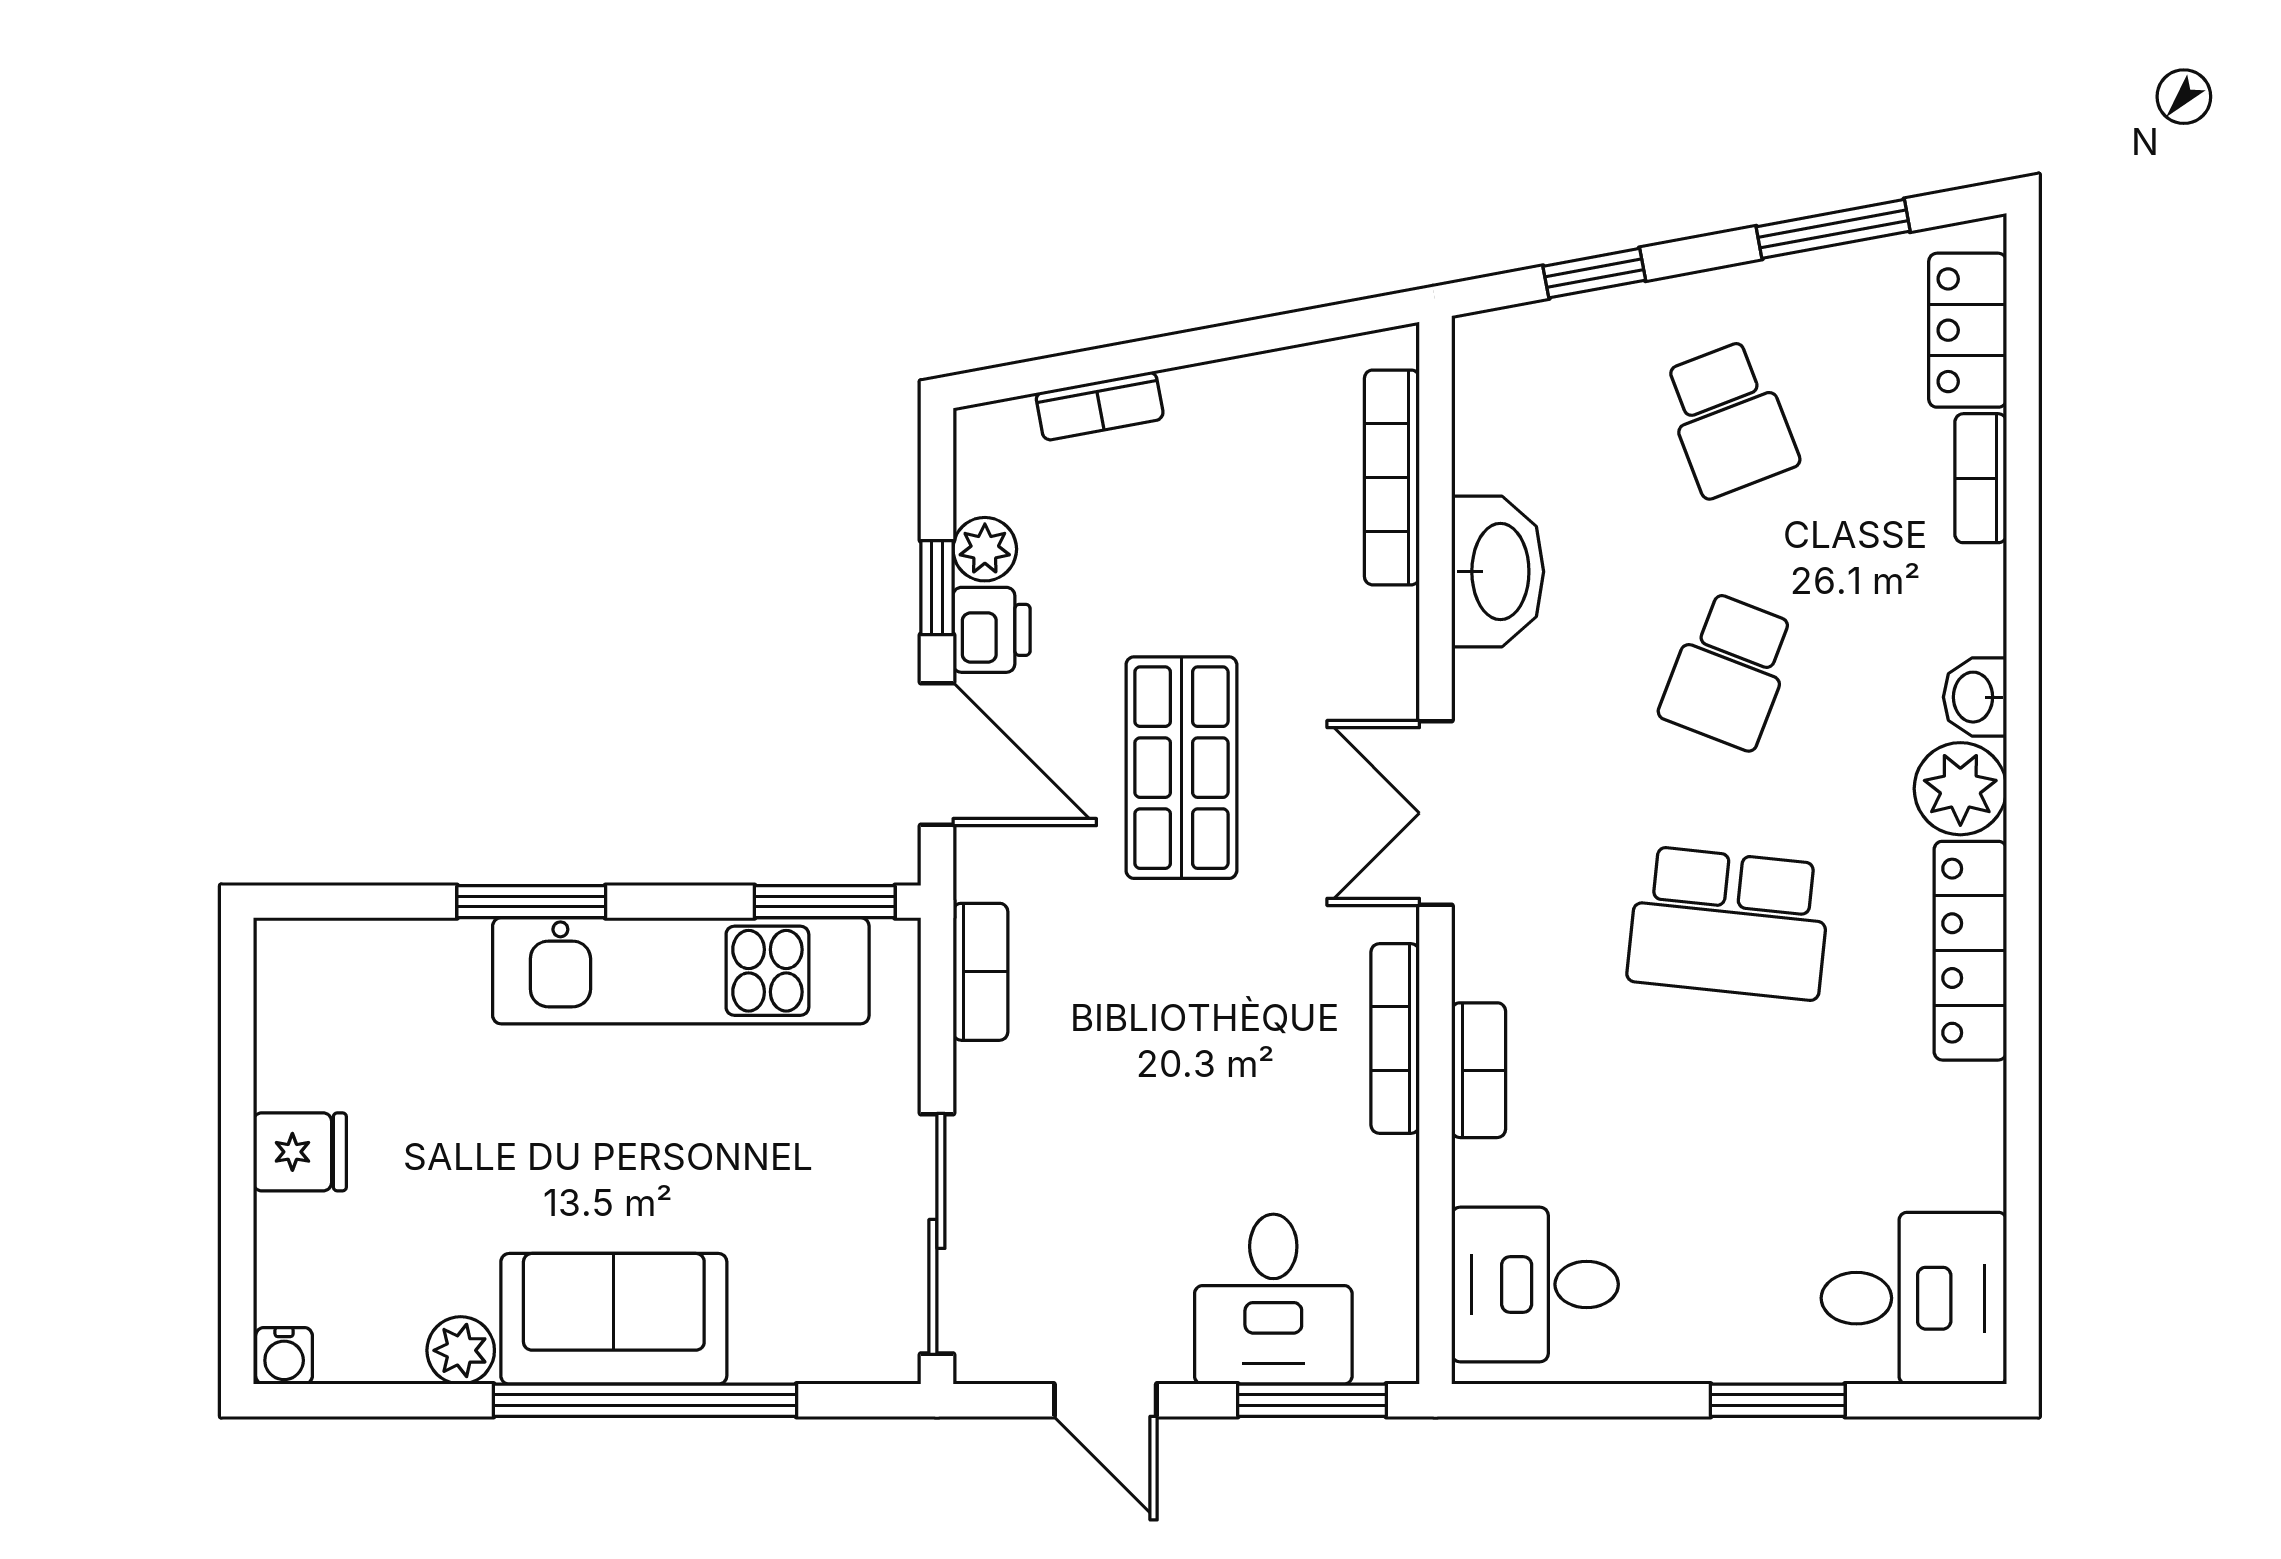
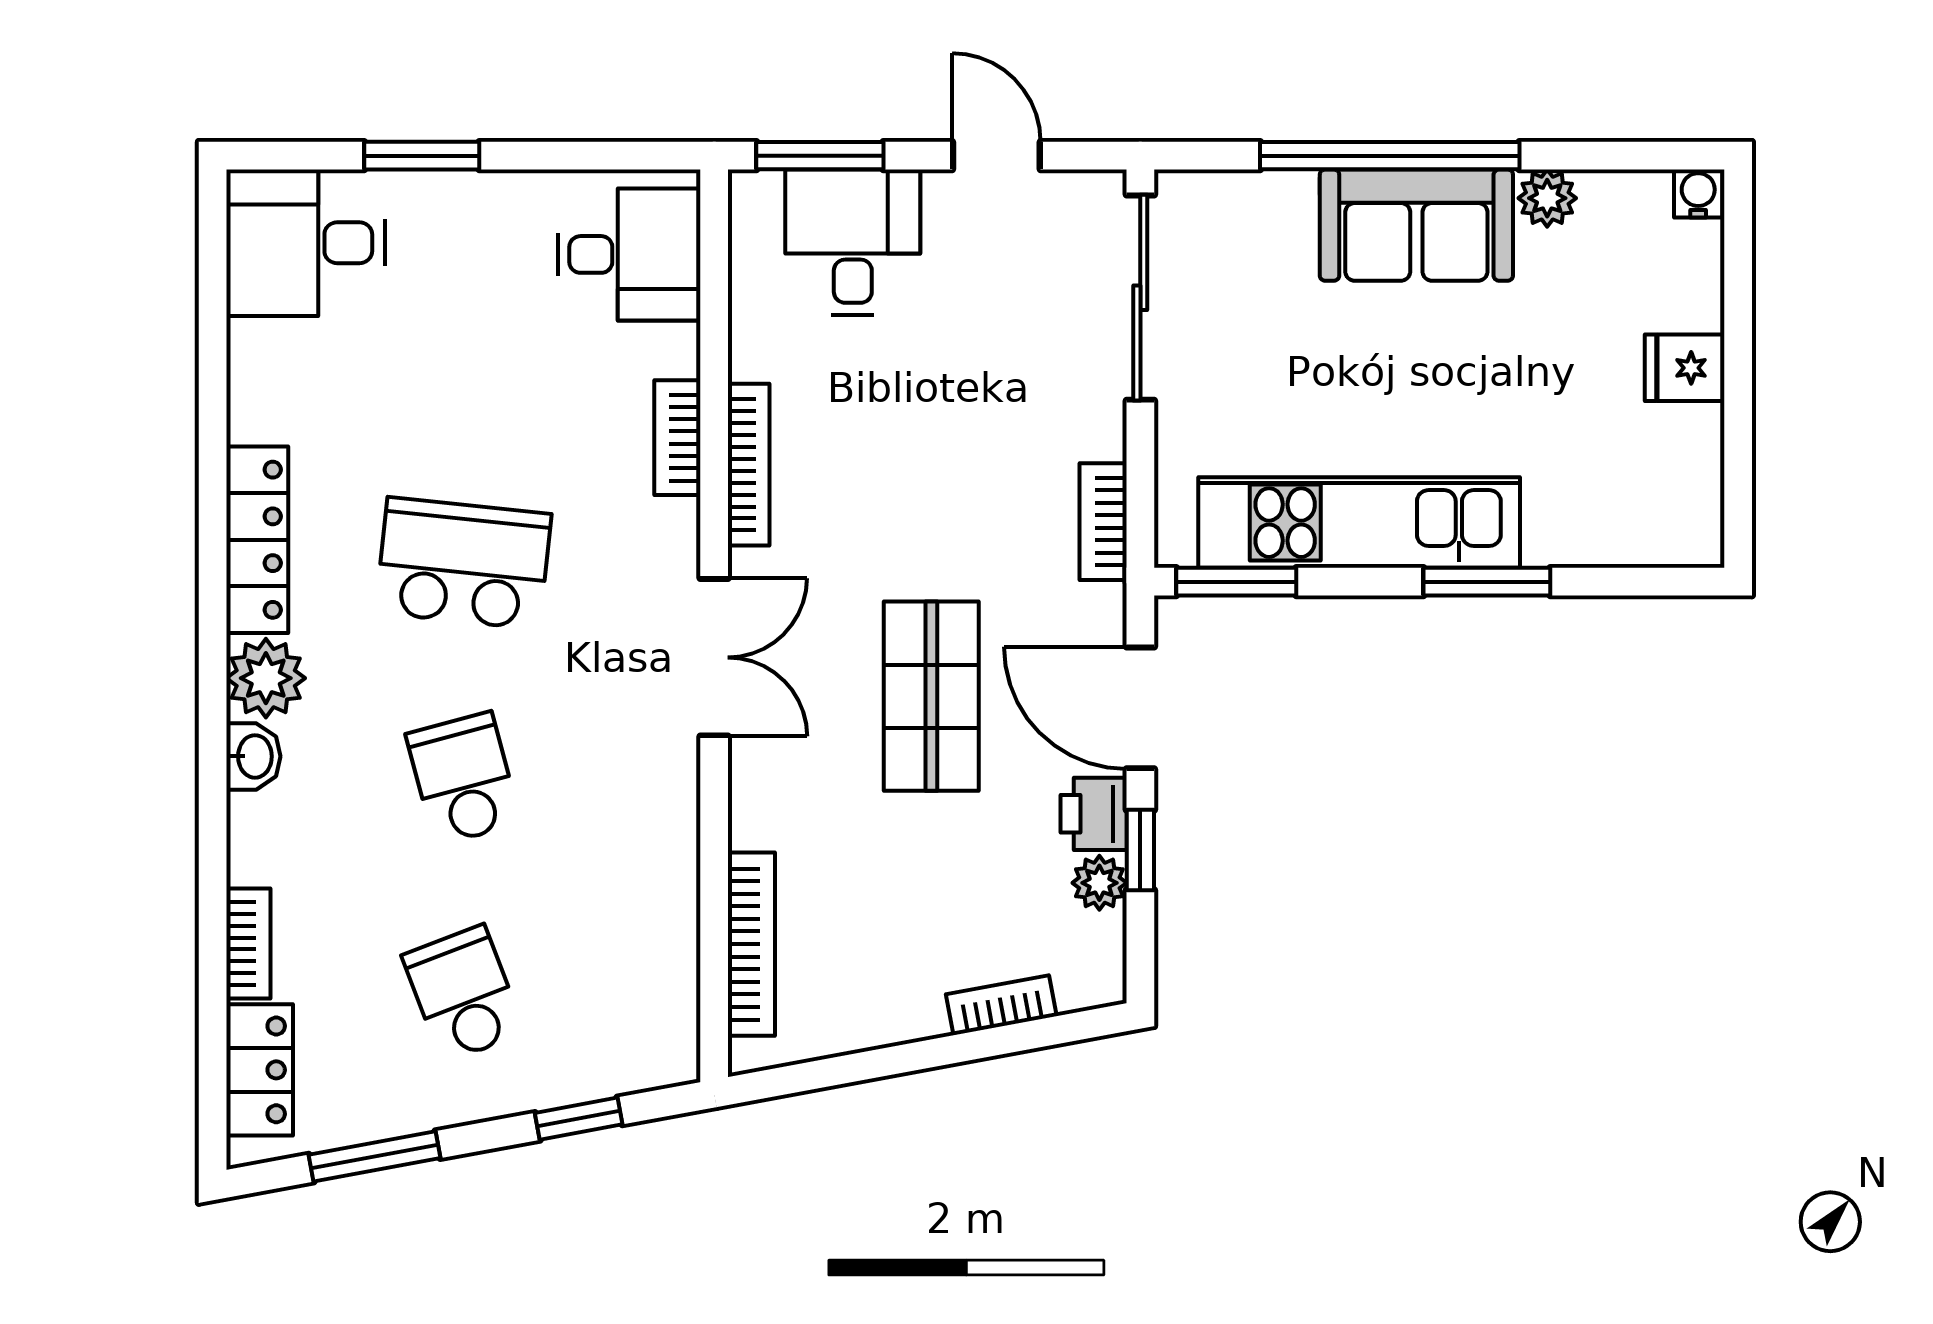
washbasin: (1498, 572) -> (661, 864), removed
school desk: (1729, 671) -> (463, 779), turned -36

